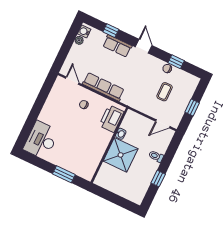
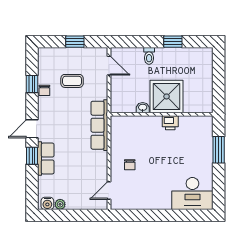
window: (111, 31) -> (32, 156), moved
row of seats: (103, 87) -> (99, 125), moved
printer: (111, 119) -> (170, 123), moved, width x0.53, depth x0.68

